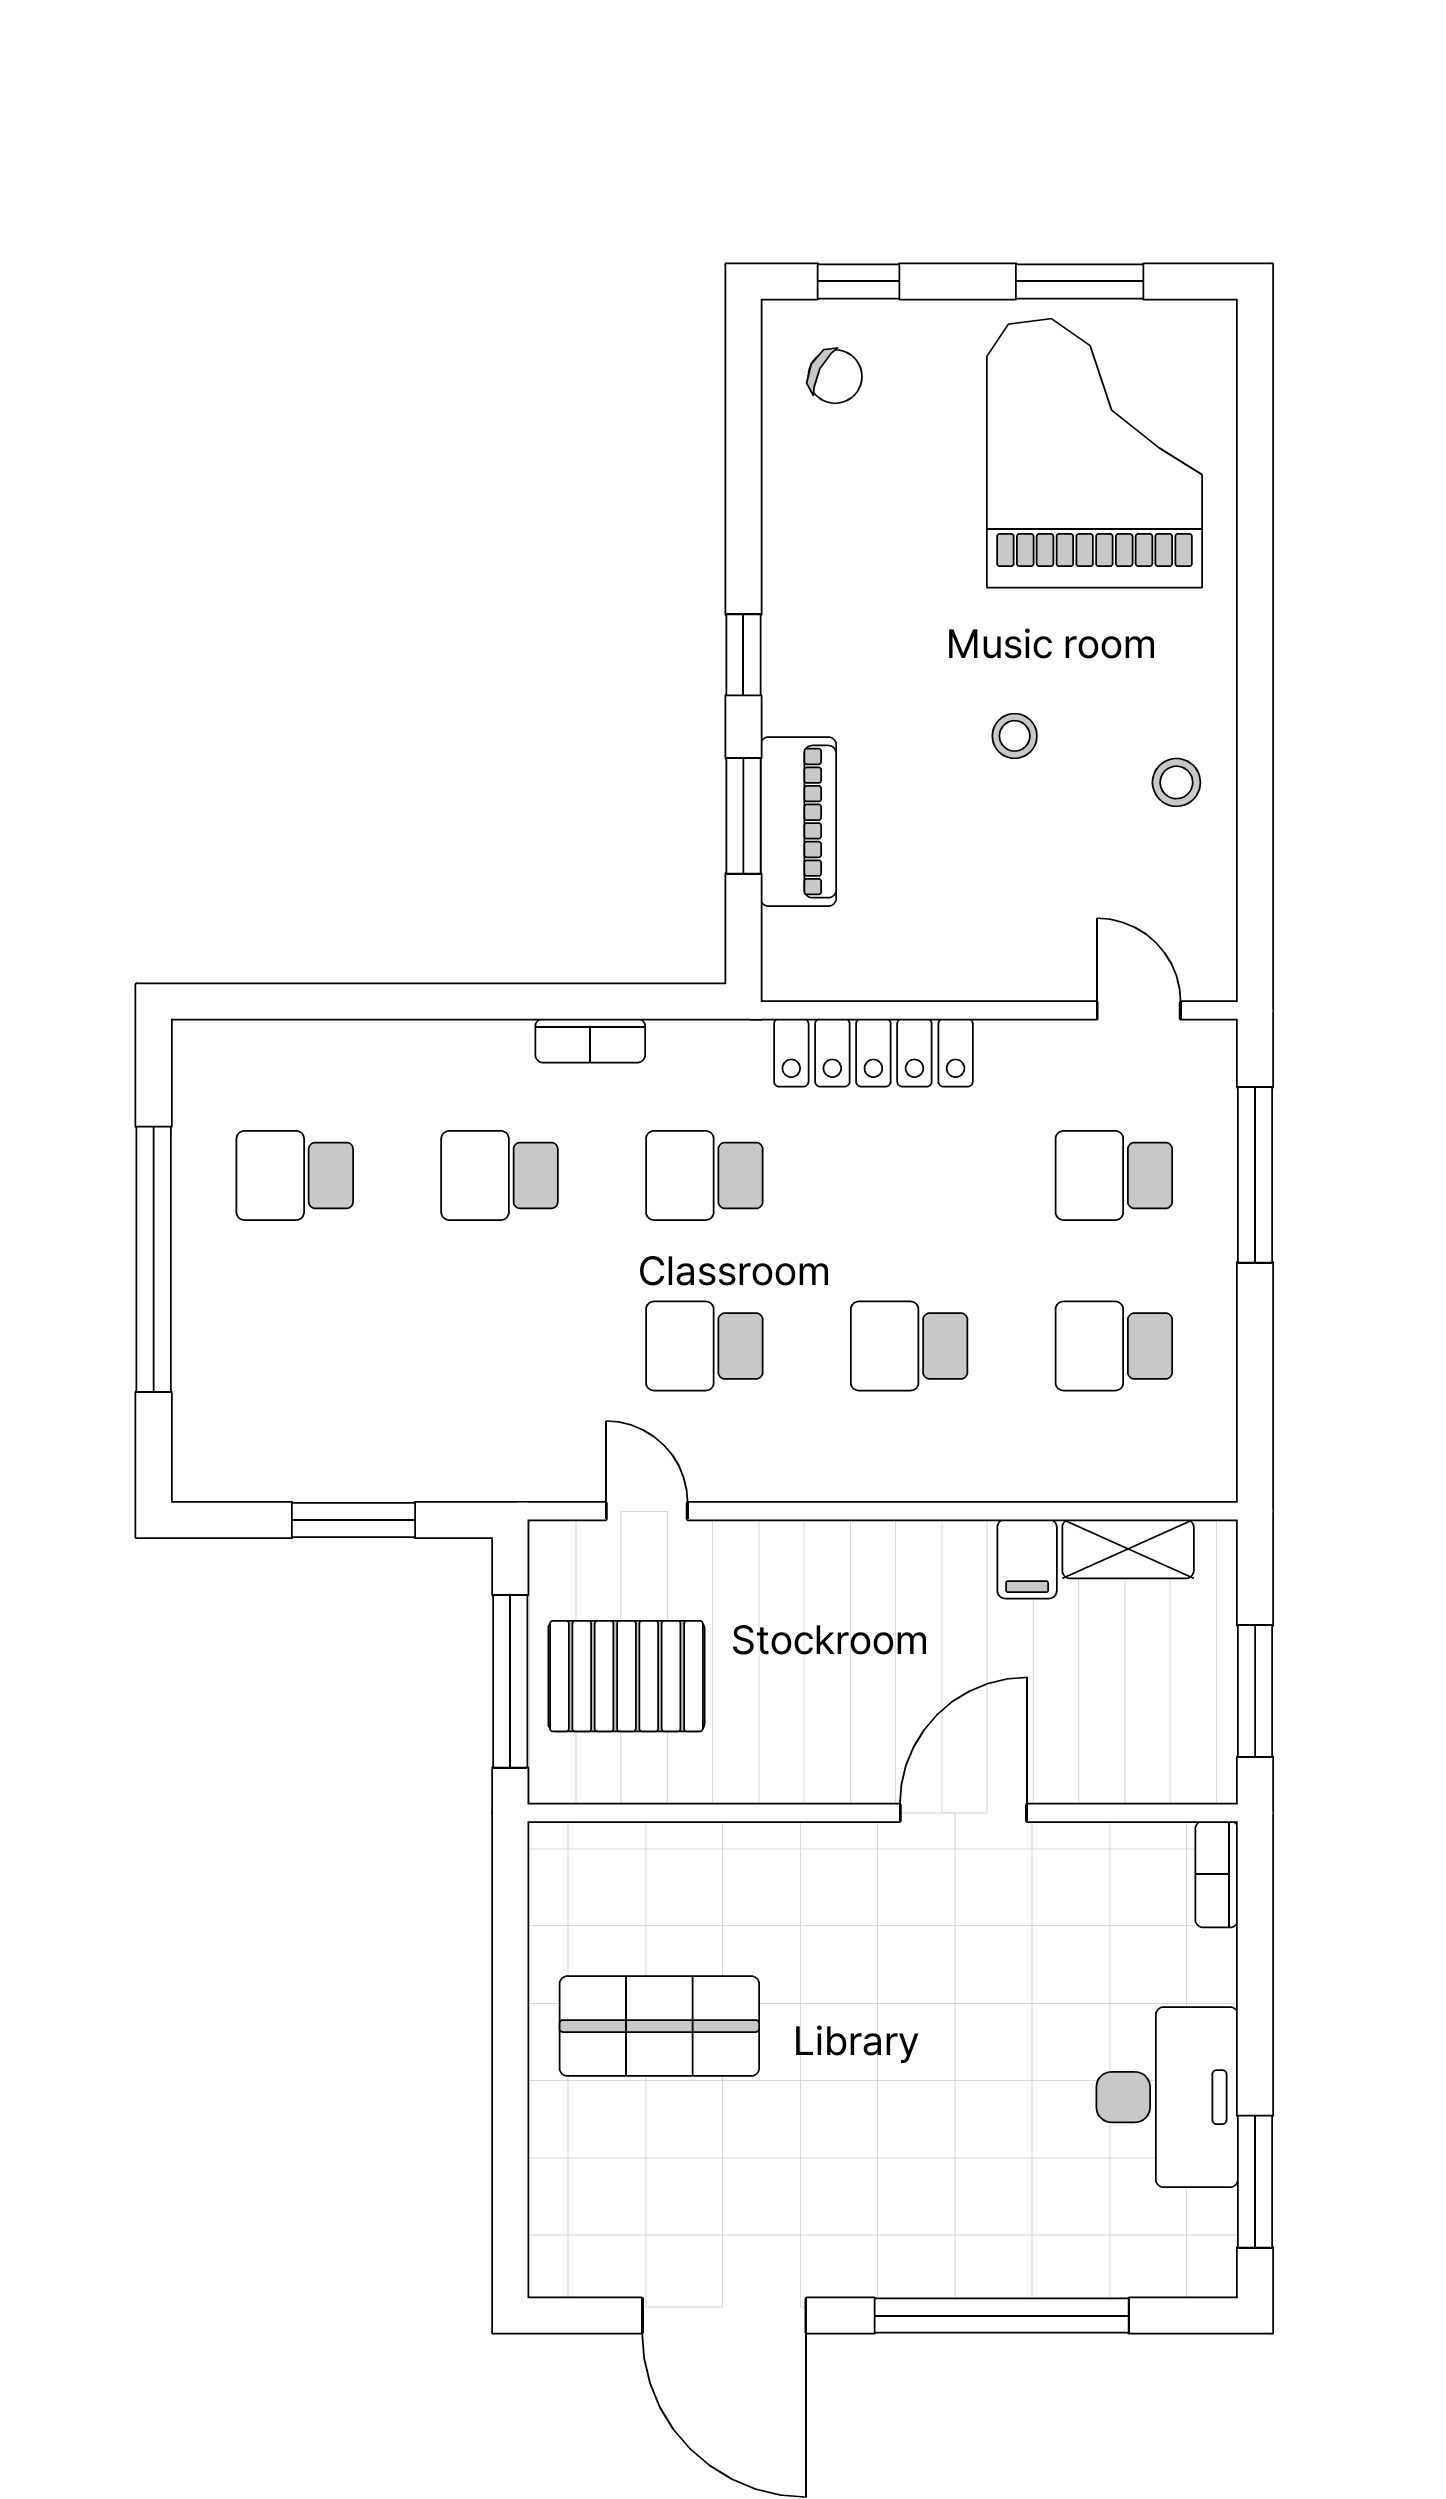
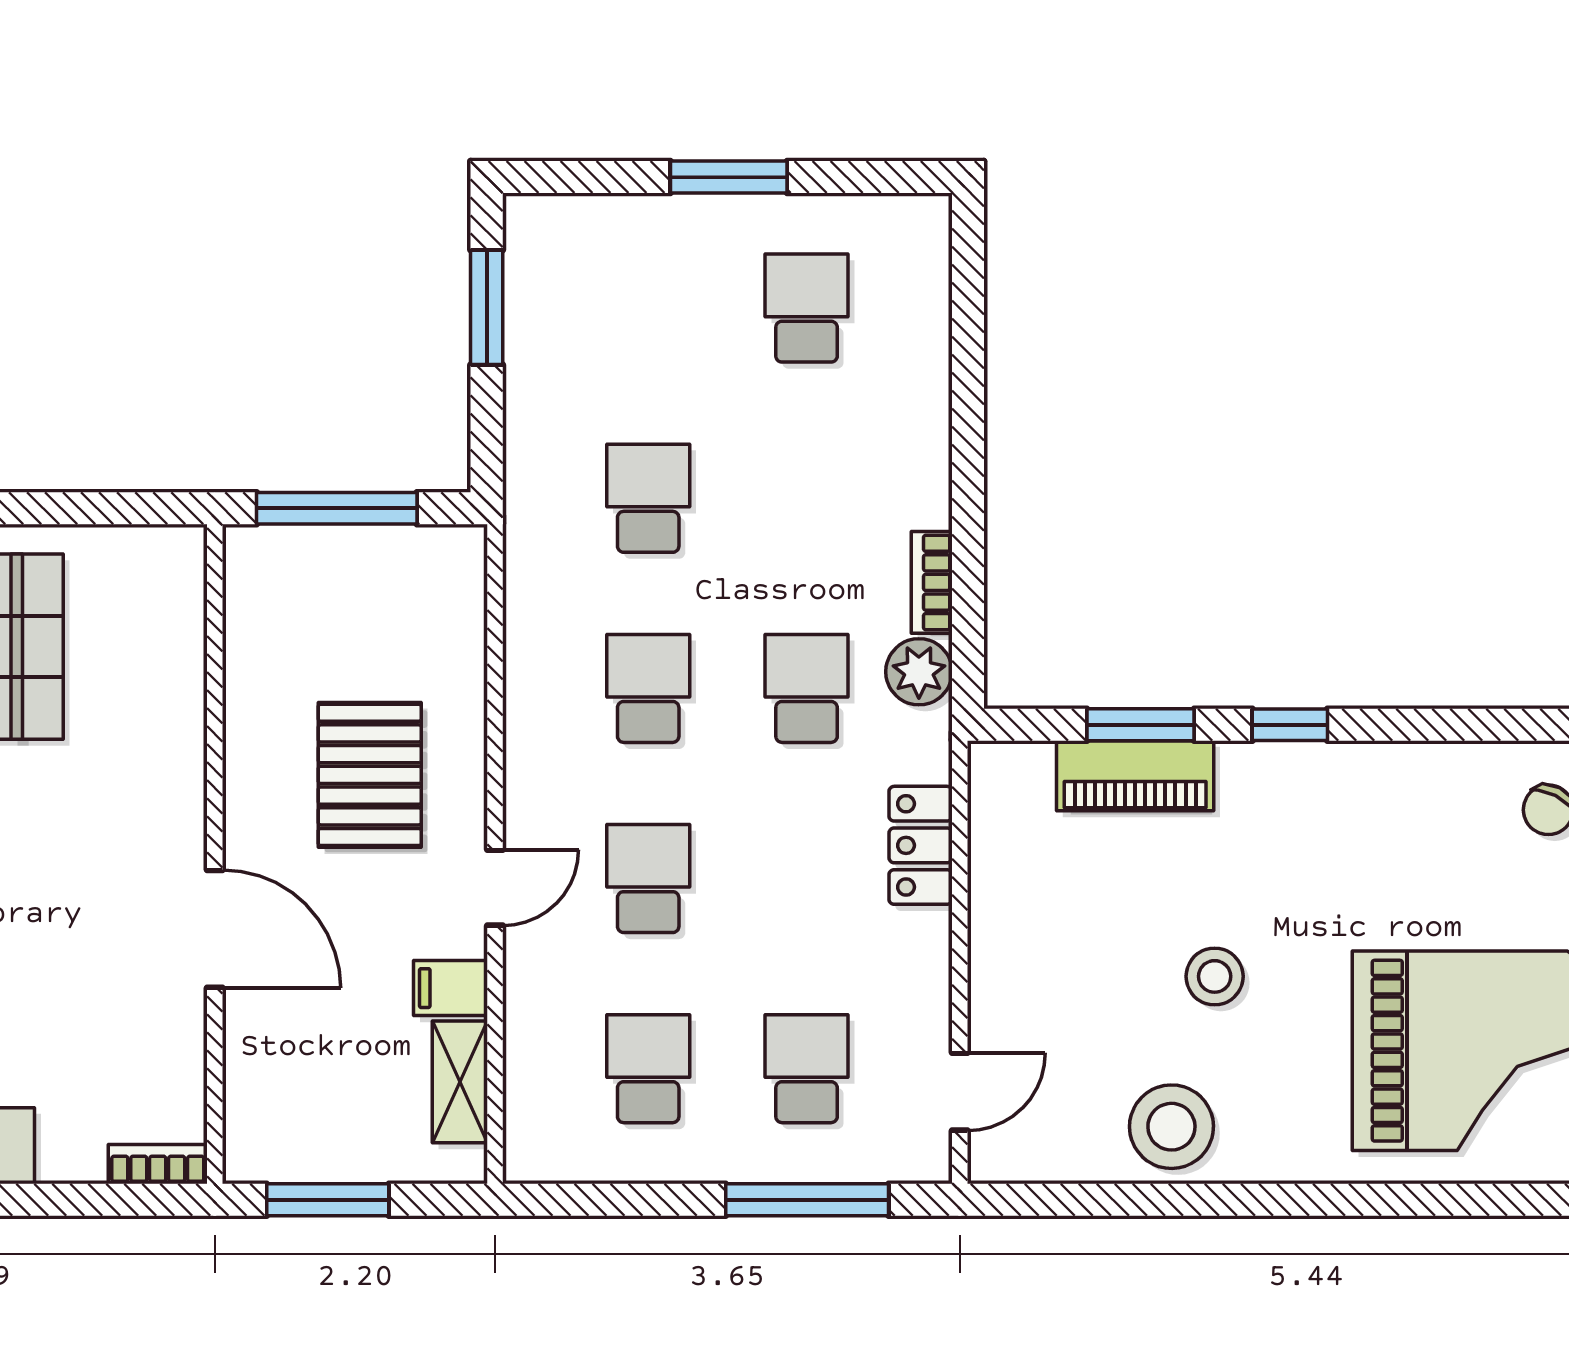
stool: (1015, 736) -> (1215, 976), width x1.37, depth x1.37
stool: (1176, 782) -> (1171, 1127), width x1.89, depth x1.89
locker: (873, 1053) -> (921, 845), width x0.66
plant: (686, 1054) -> (919, 672), added
school desk: (500, 1175) -> (648, 498), moved
window: (154, 1259) -> (729, 177), width x0.47
door: (647, 1511) -> (495, 888), moved
window: (353, 1520) -> (487, 307), moved
pallet: (626, 1676) -> (370, 775), moved

